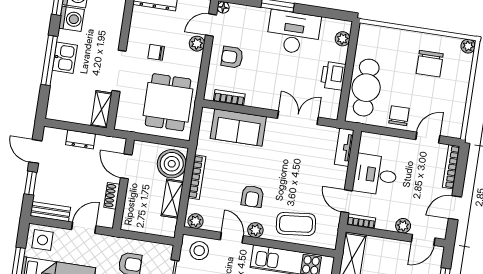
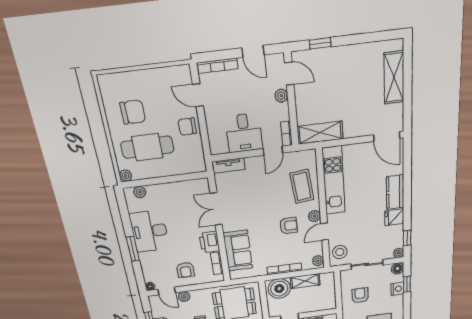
plant: (468, 46) -> (126, 176), moved
printer: (333, 76) -> (209, 242), moved, turned 90
cafe table: (366, 88) -> (147, 147), moved

